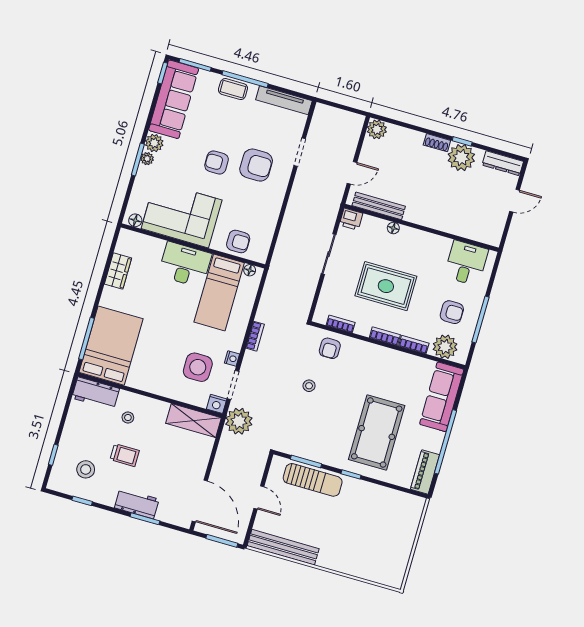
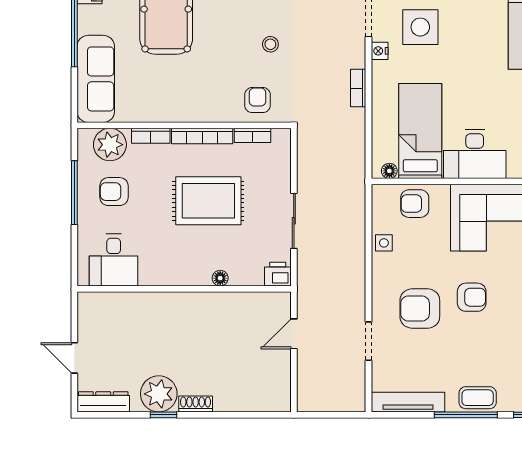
plant: (377, 129) -> (278, 399), removed
door: (515, 201) -> (74, 358), hinge flipped
bench: (379, 206) -> (247, 301), removed
side table: (268, 220) -> (384, 243), added
bookcase: (385, 336) -> (202, 136), width x1.56

